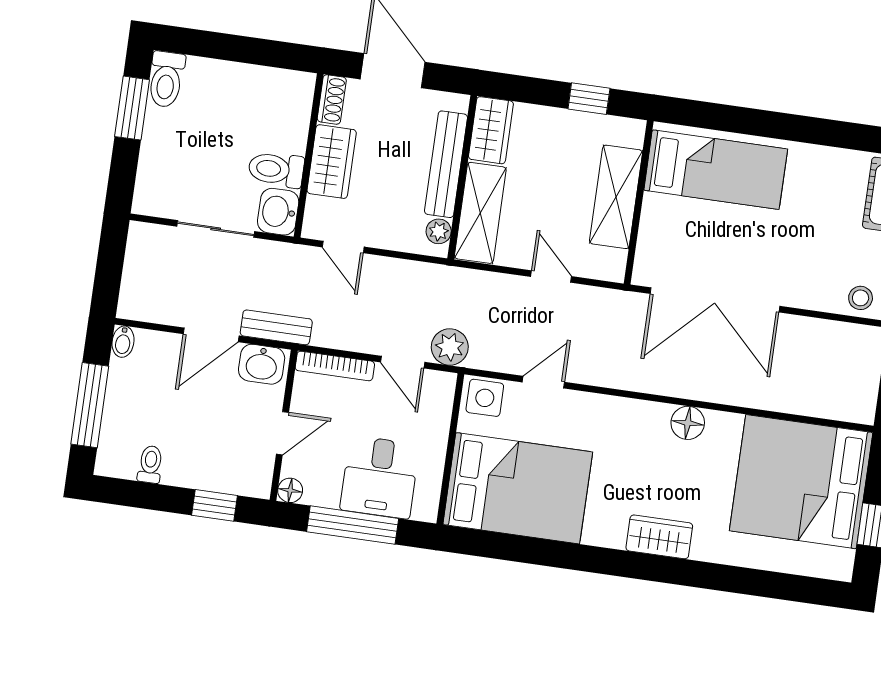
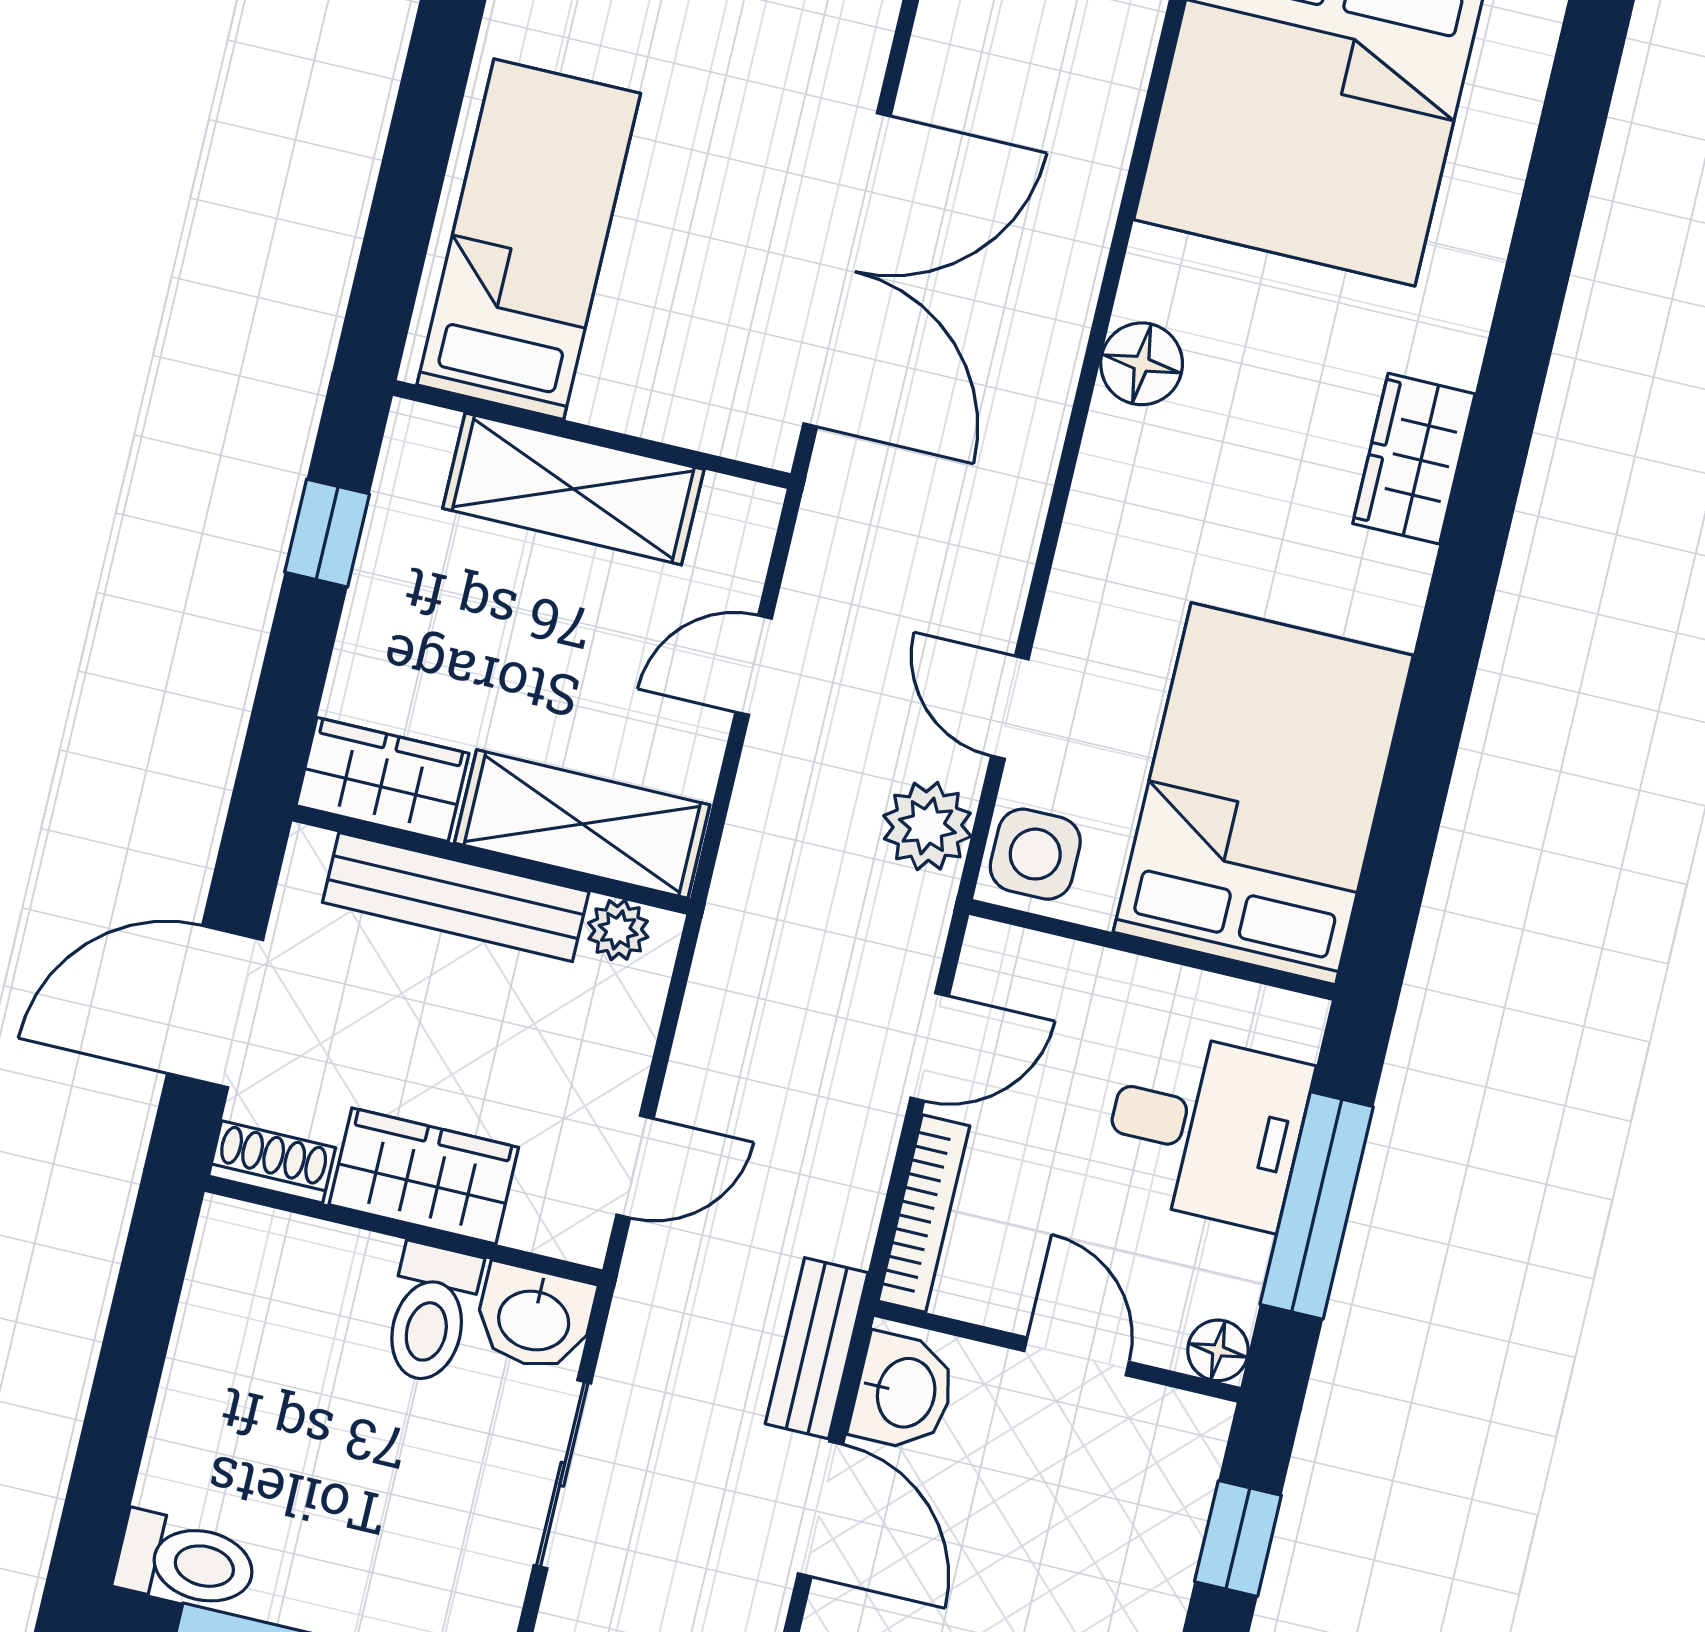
plant: (450, 347) -> (927, 826), moved

